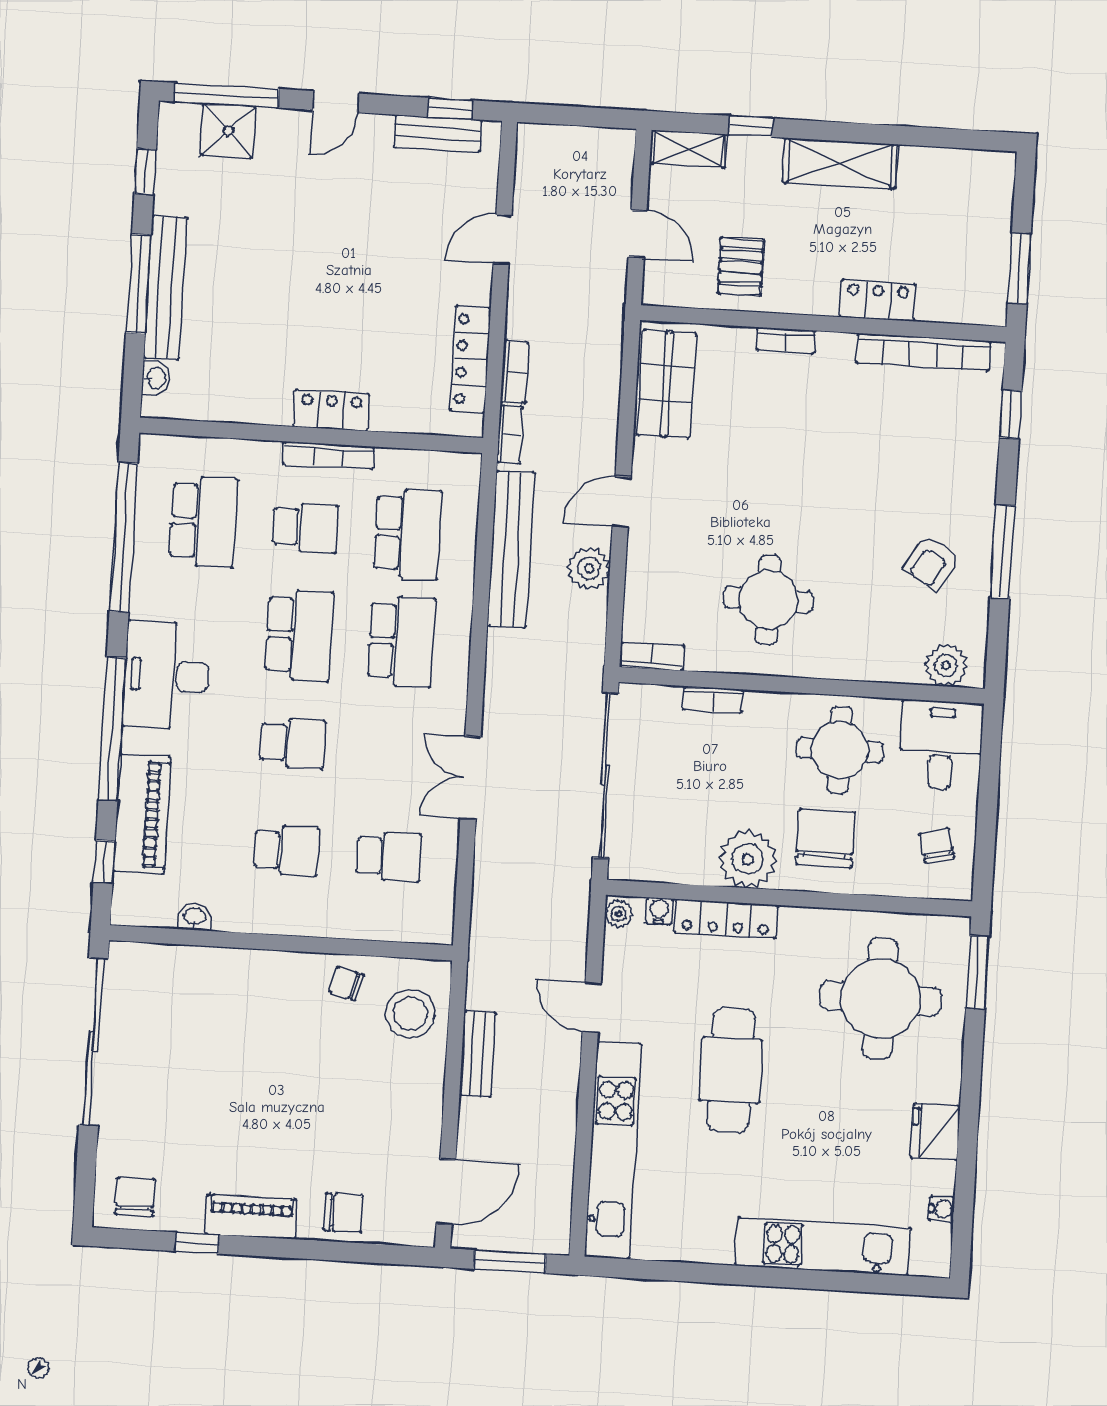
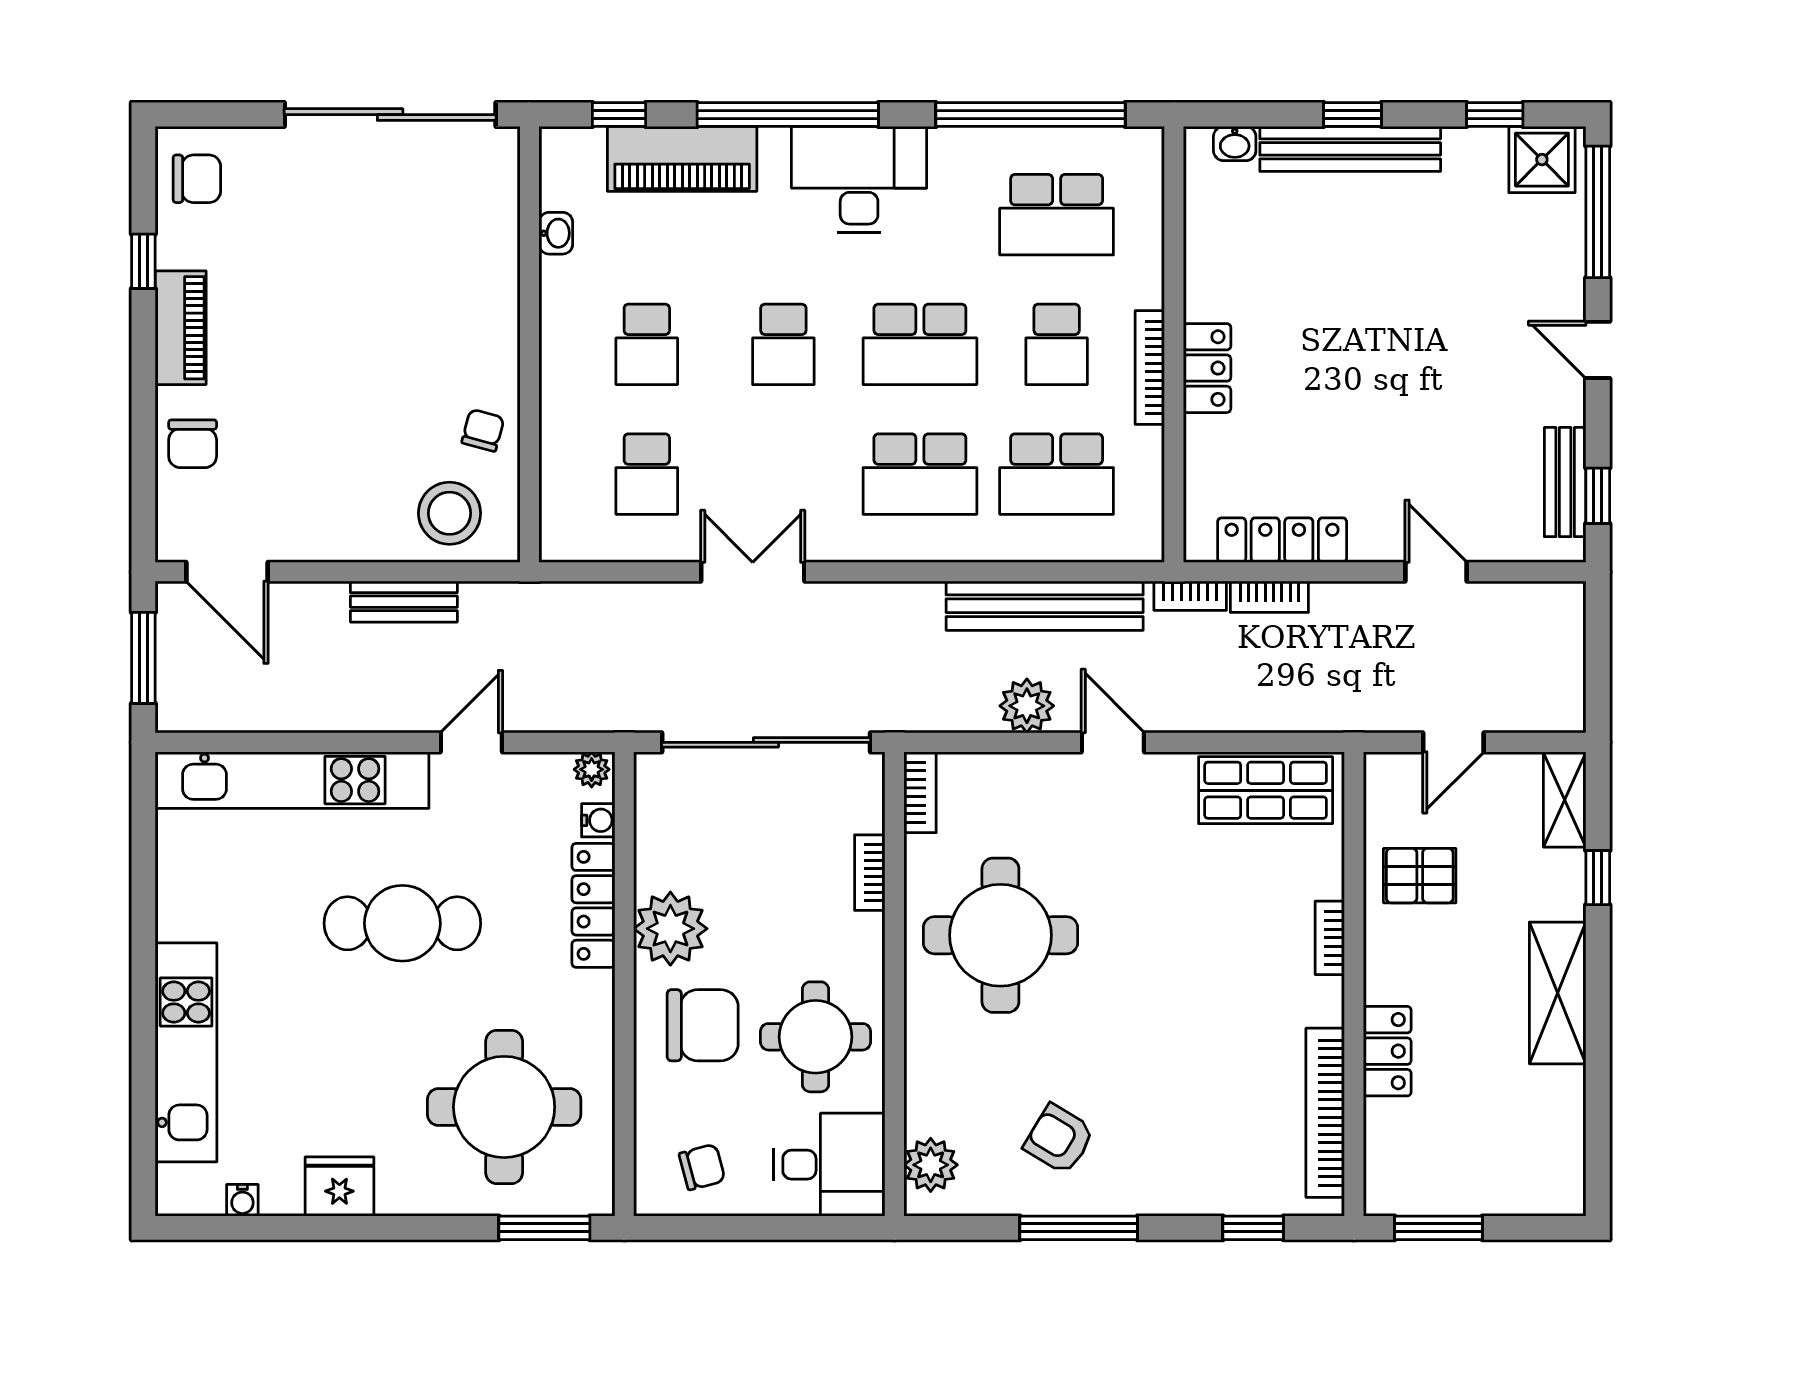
shower: (228, 131) -> (1542, 160), moved
window: (139, 284) -> (1353, 115), width x0.46
round table: (768, 600) -> (1000, 935), width x1.36, depth x1.36

